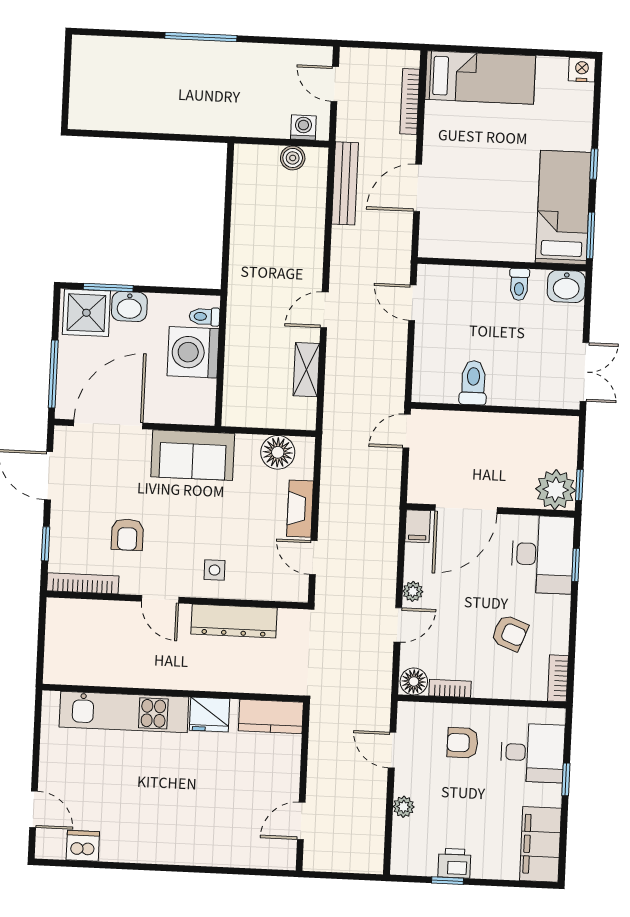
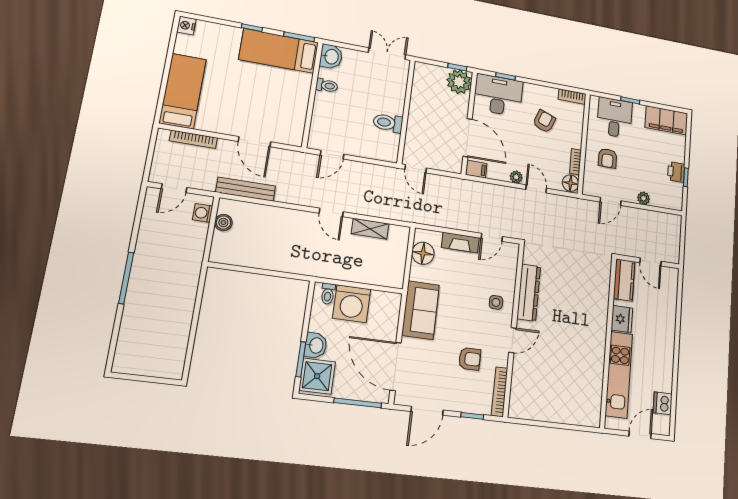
wall: (173, 693) -> (608, 342), moved
kitchen unit: (124, 712) -> (619, 375), moved
fridge: (209, 715) -> (622, 319), moved
kitchen counter: (271, 717) -> (624, 280), moved

